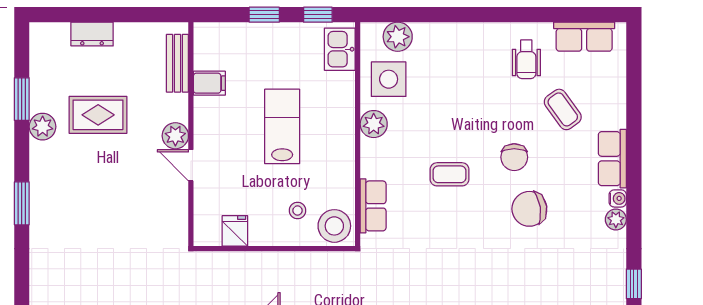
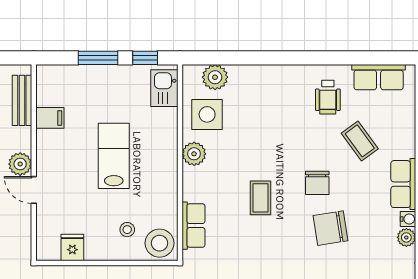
window: (264, 15) -> (98, 58), width x1.50
coffee table: (450, 174) -> (260, 198), turned 90

